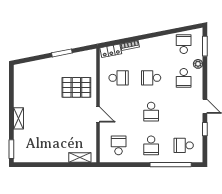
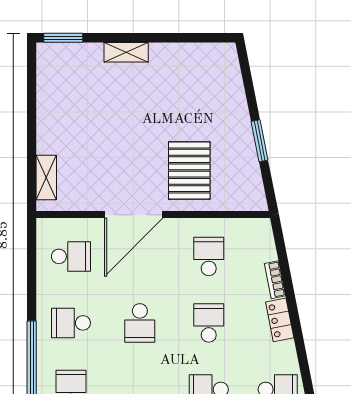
locker: (111, 51) -> (280, 320), moved
school desk: (119, 78) -> (209, 256), turned 180
school desk: (151, 112) -> (140, 323), turned -90
door: (98, 115) -> (134, 215), width x1.88

